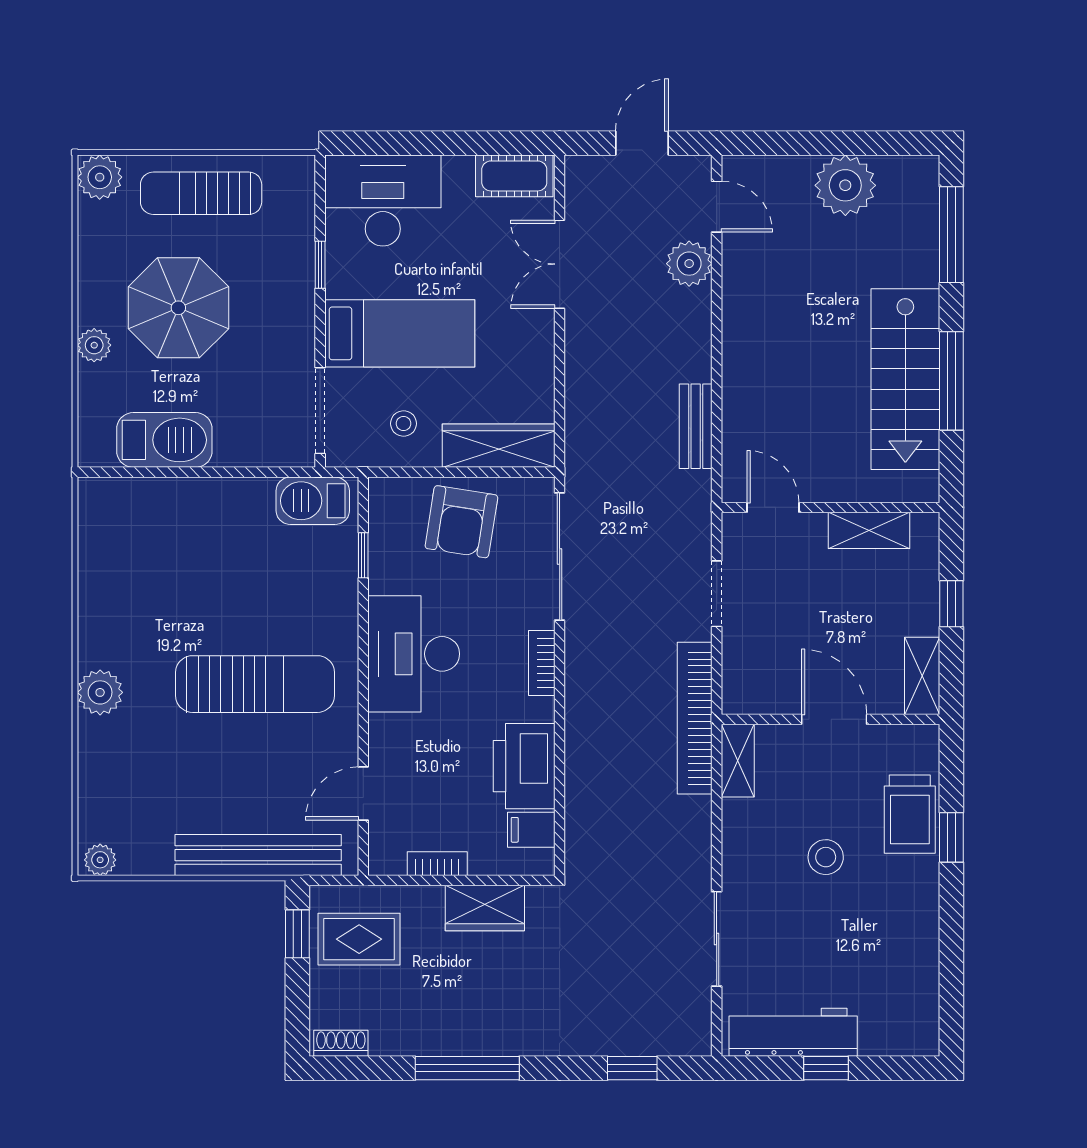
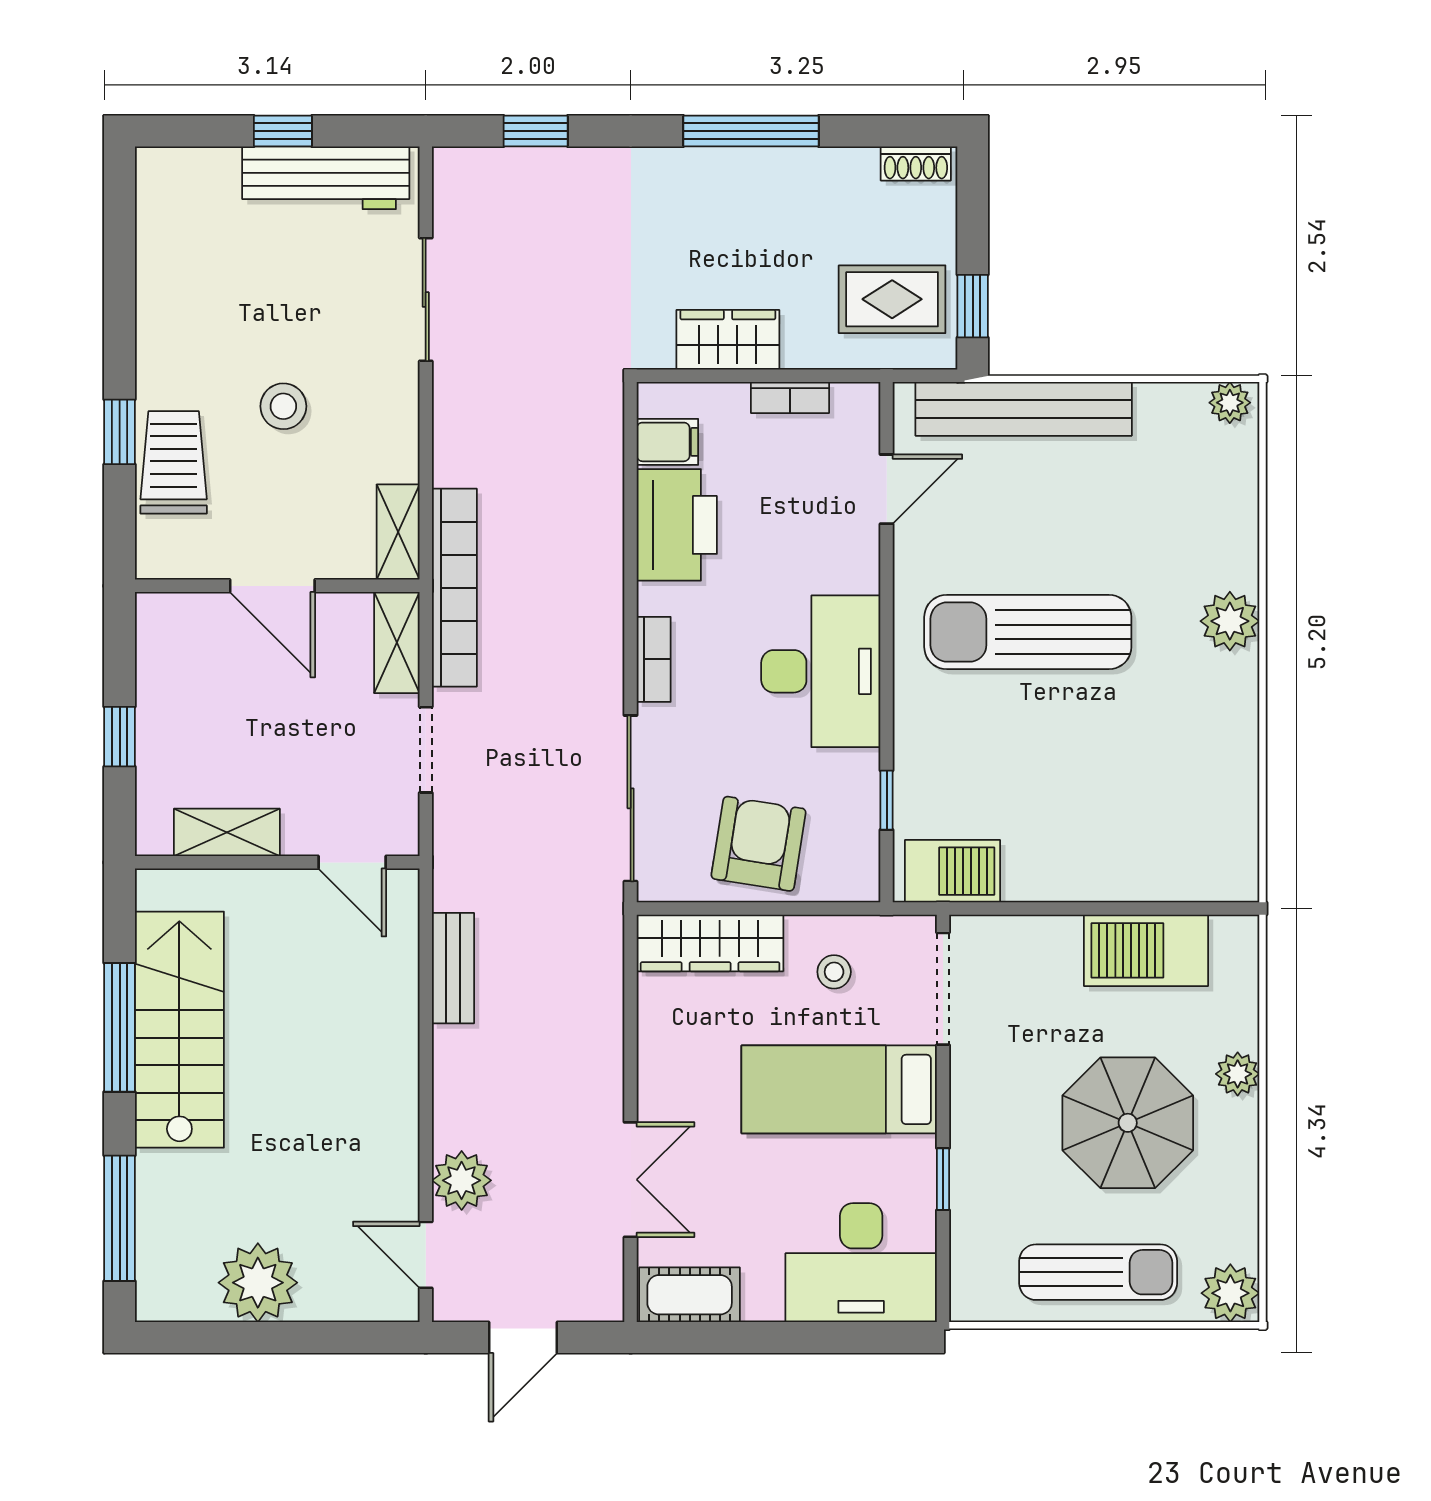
shelving: (922, 676) -> (397, 643), moved

